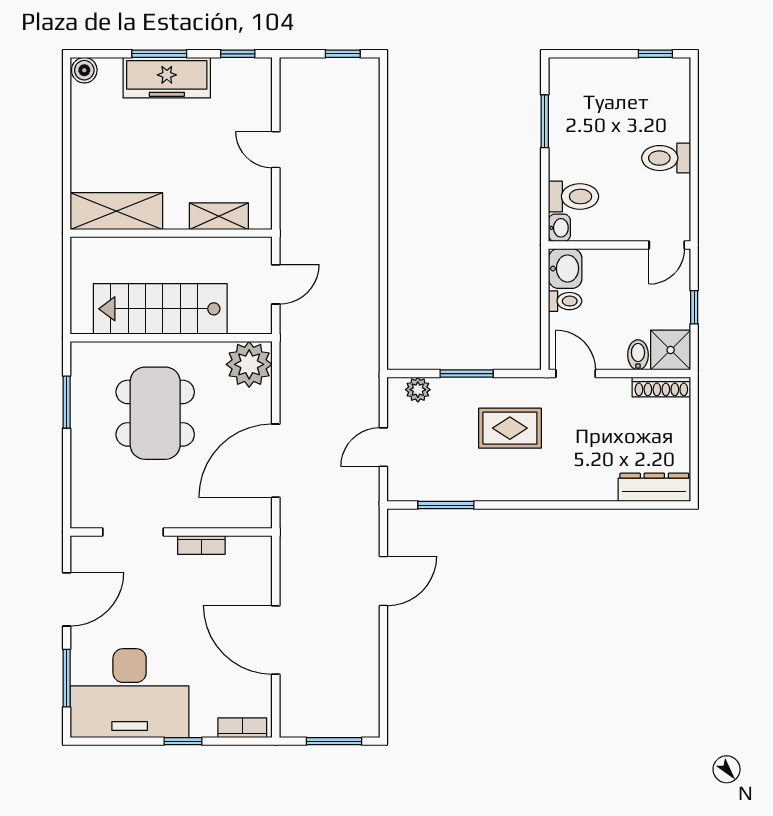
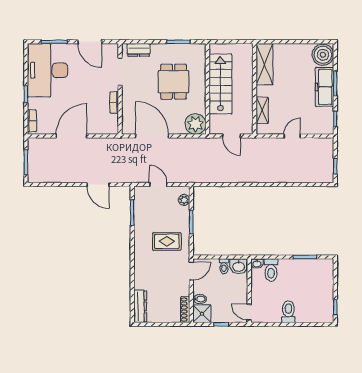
boiler: (84, 70) -> (323, 55), width x1.86, depth x1.86
dining table: (155, 413) -> (174, 82), width x0.73
rug: (510, 428) -> (167, 241), turned 90
dresser: (85, 491) -> (139, 50), added

